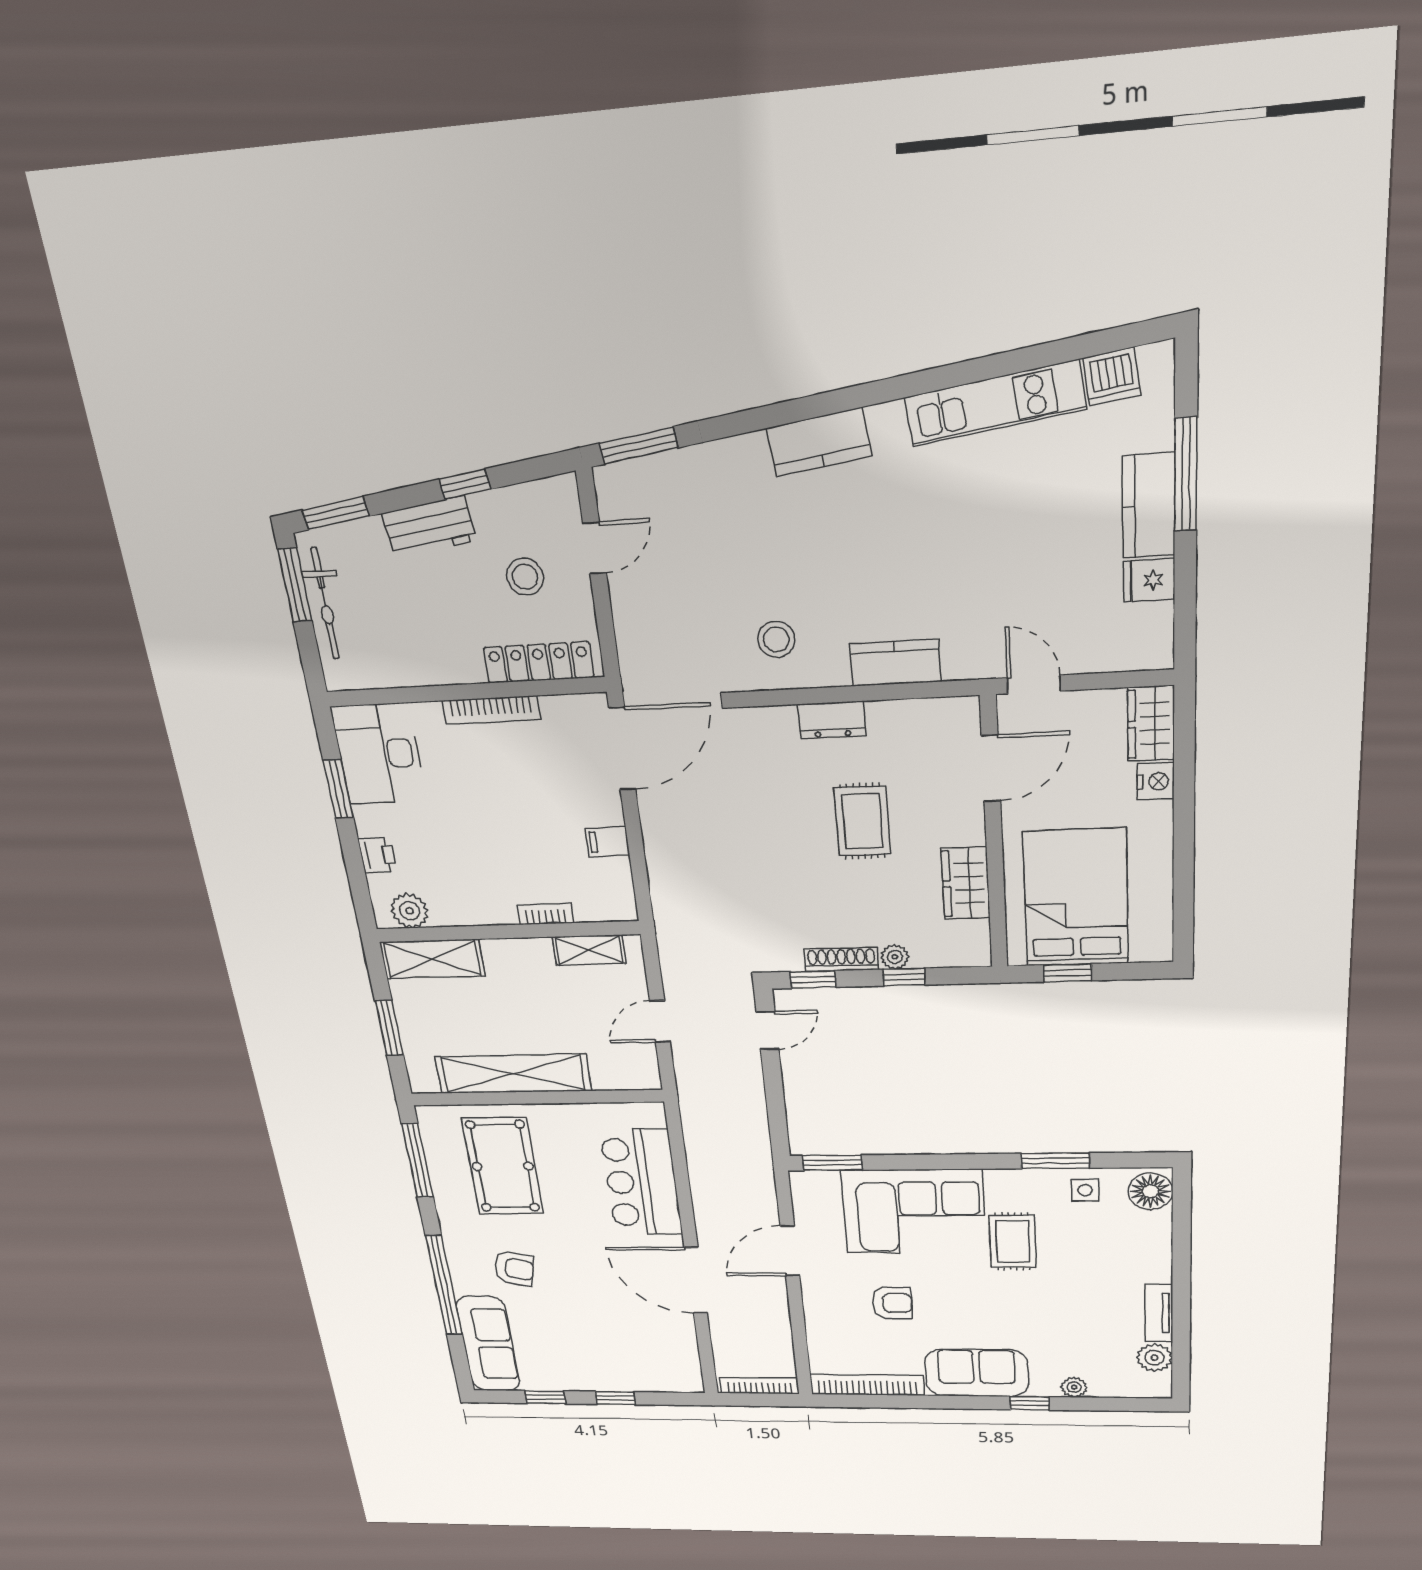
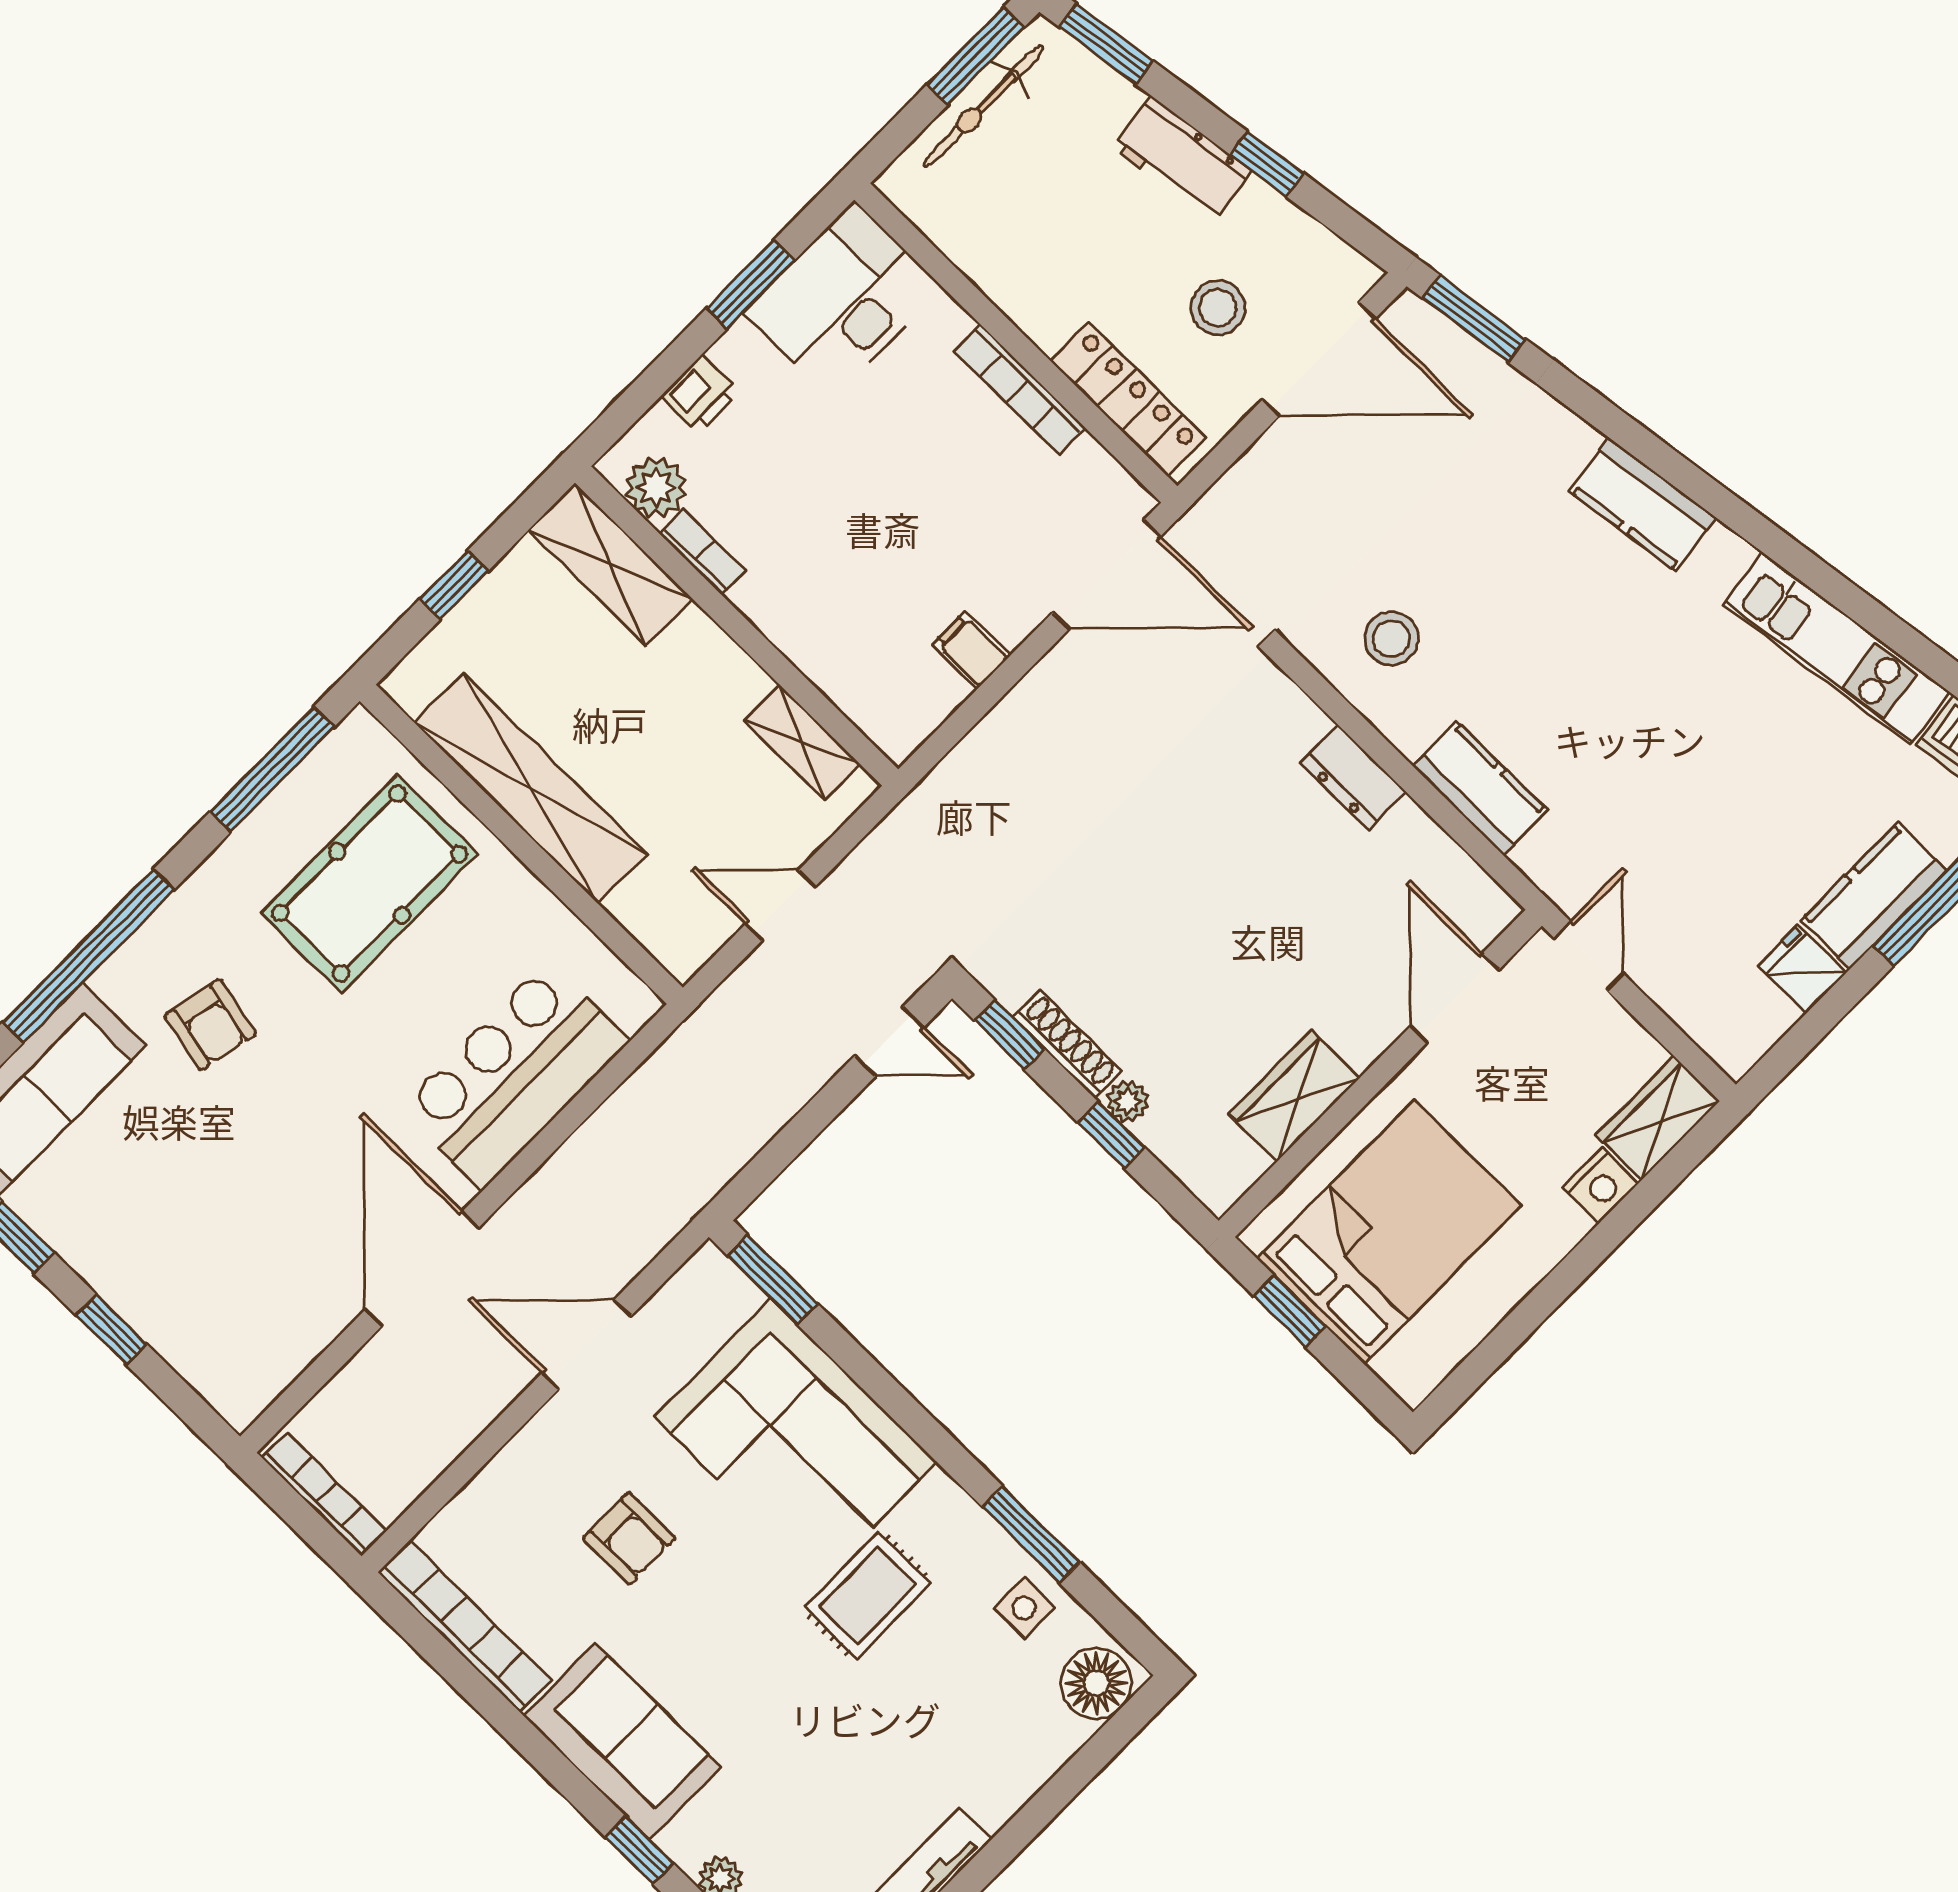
door: (595, 548) -> (1319, 359), width x1.87
door: (991, 768) -> (1455, 998), swing flipped
rug: (862, 821) -> (1264, 915), removed
bookcase: (545, 914) -> (703, 552), moved
window: (389, 1028) -> (454, 585), width x0.67

